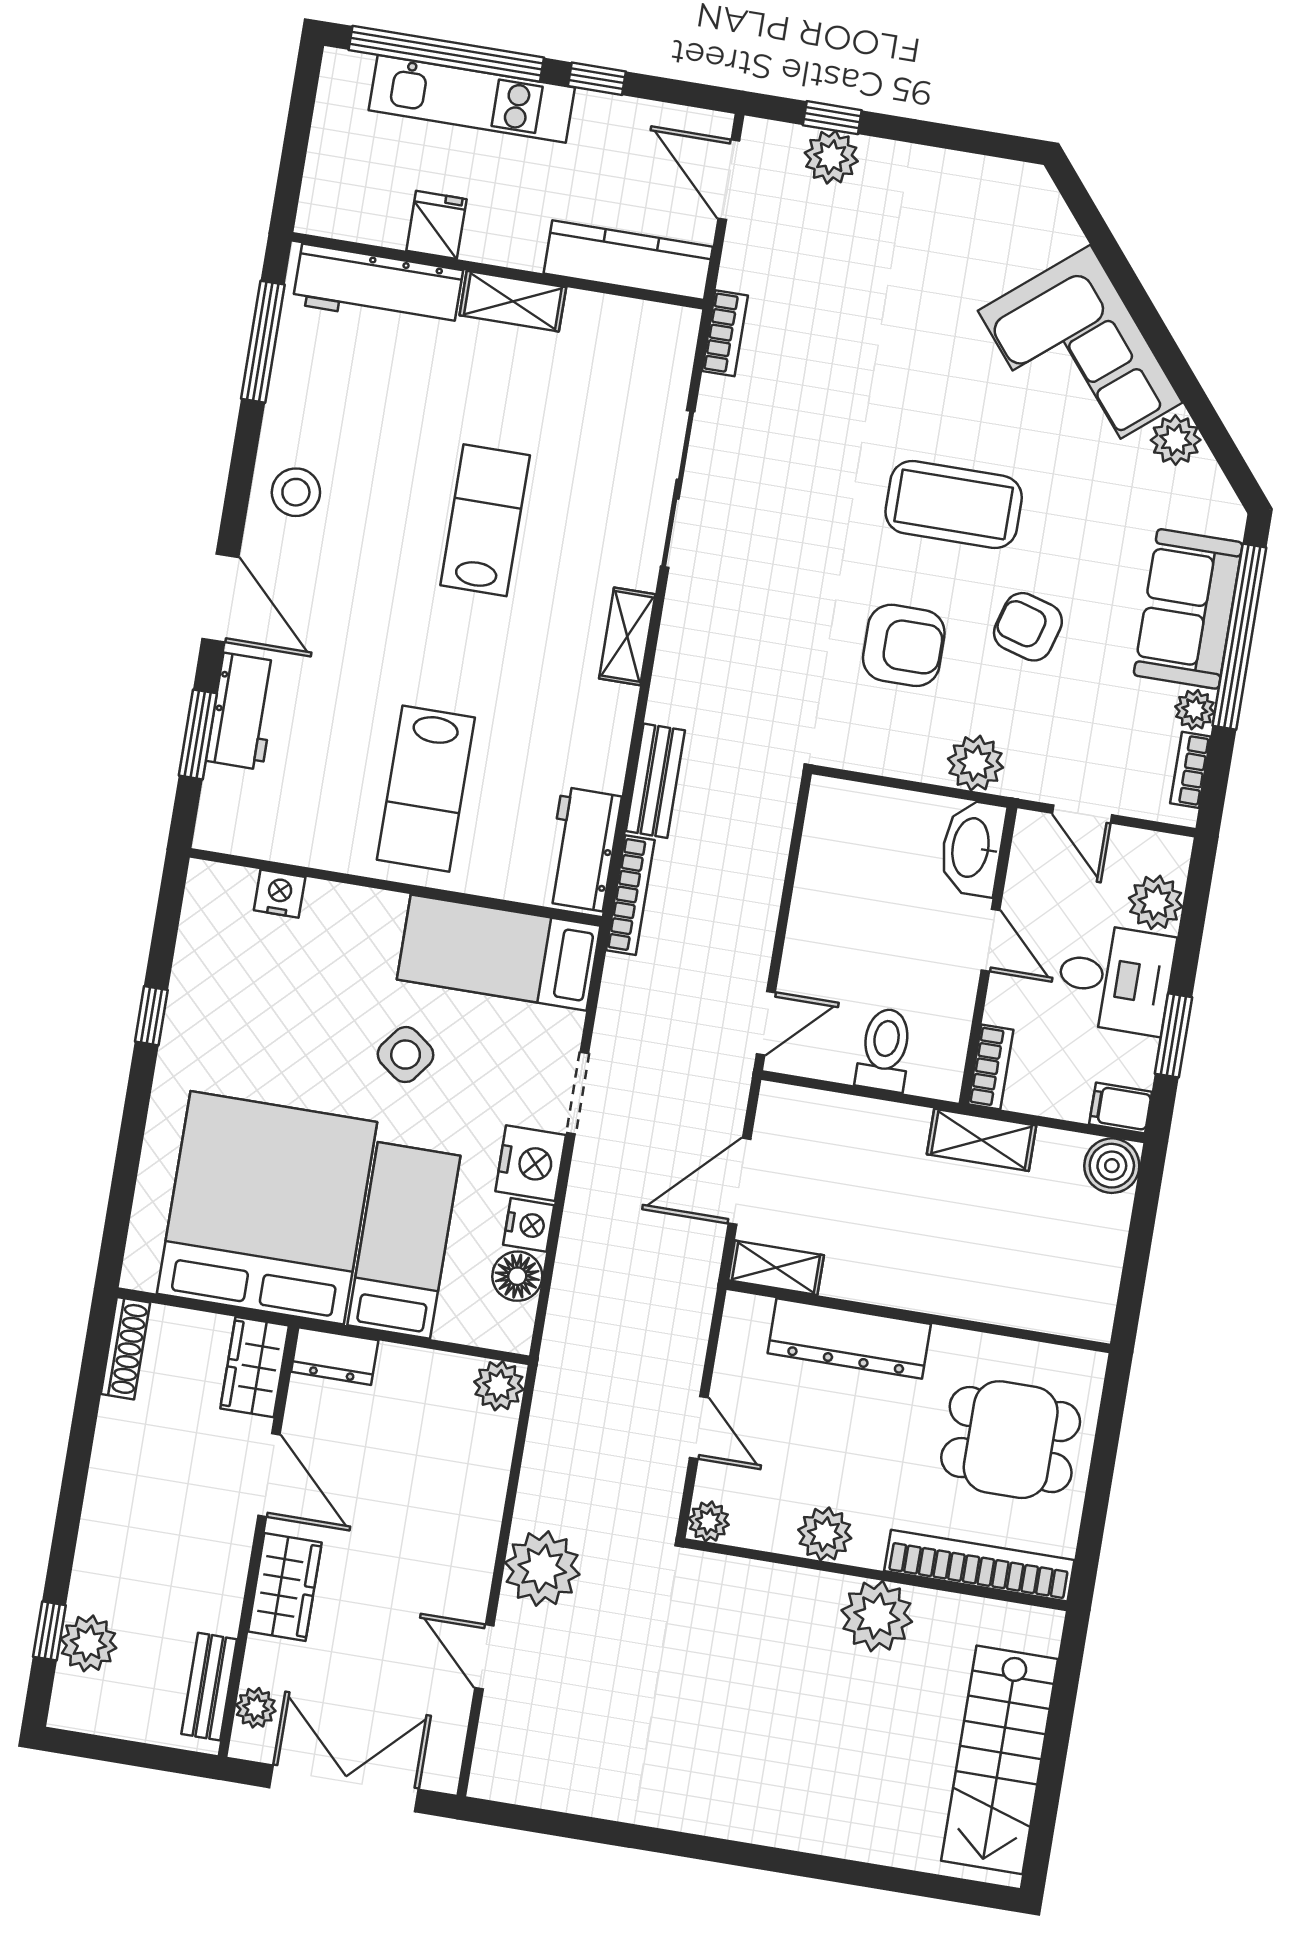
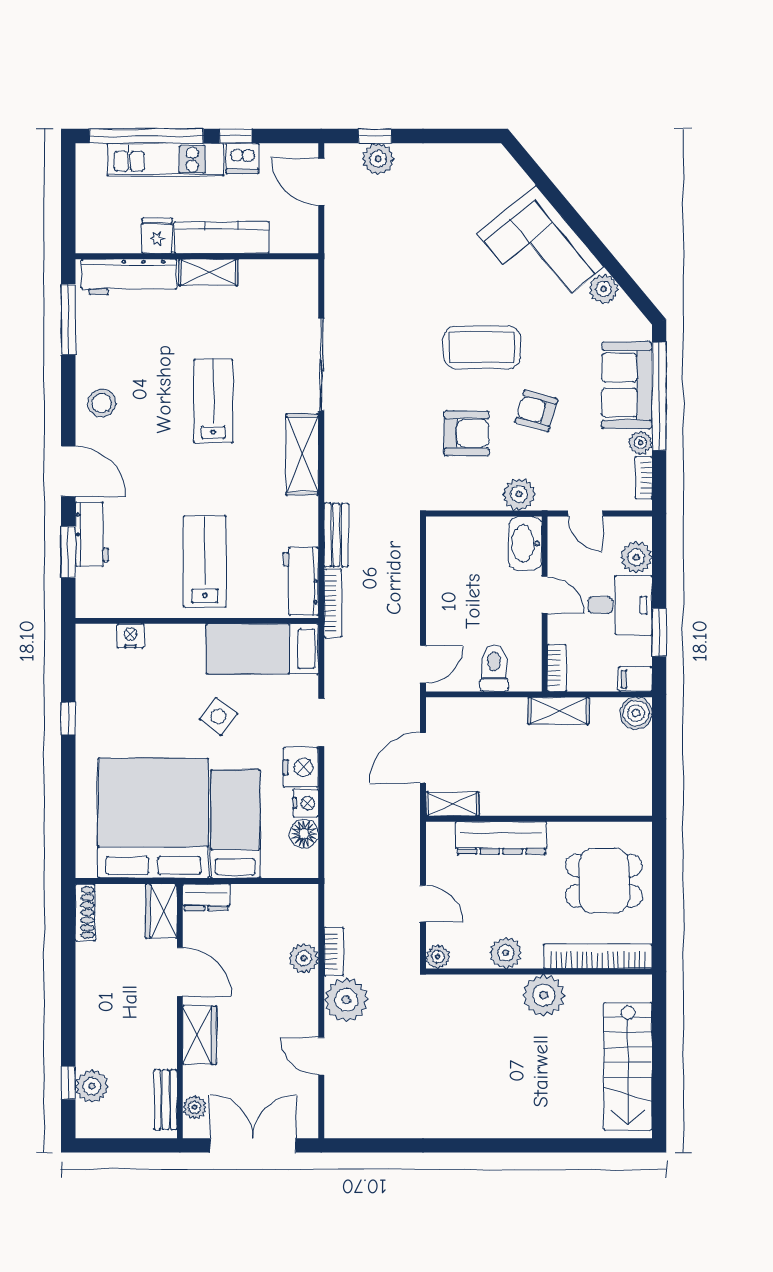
dishwasher: (602, 118) -> (242, 158), added
kitchen counter: (628, 260) -> (222, 238), moved
bookcase: (725, 333) -> (334, 951), moved
shelving: (627, 636) -> (302, 454), width x1.50, depth x1.33
lab bench: (426, 789) -> (205, 561), turned 180
plant: (499, 1386) -> (304, 958), moved

